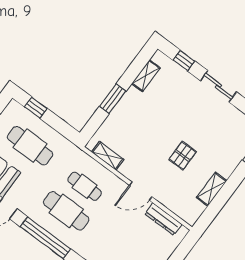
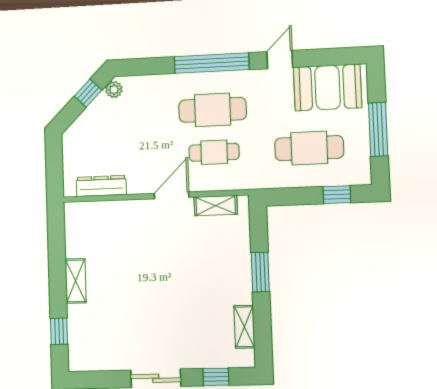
pallet: (182, 156) -> (135, 271), removed
shelving: (212, 189) -> (76, 281), moved
door: (141, 191) -> (172, 195), moved

